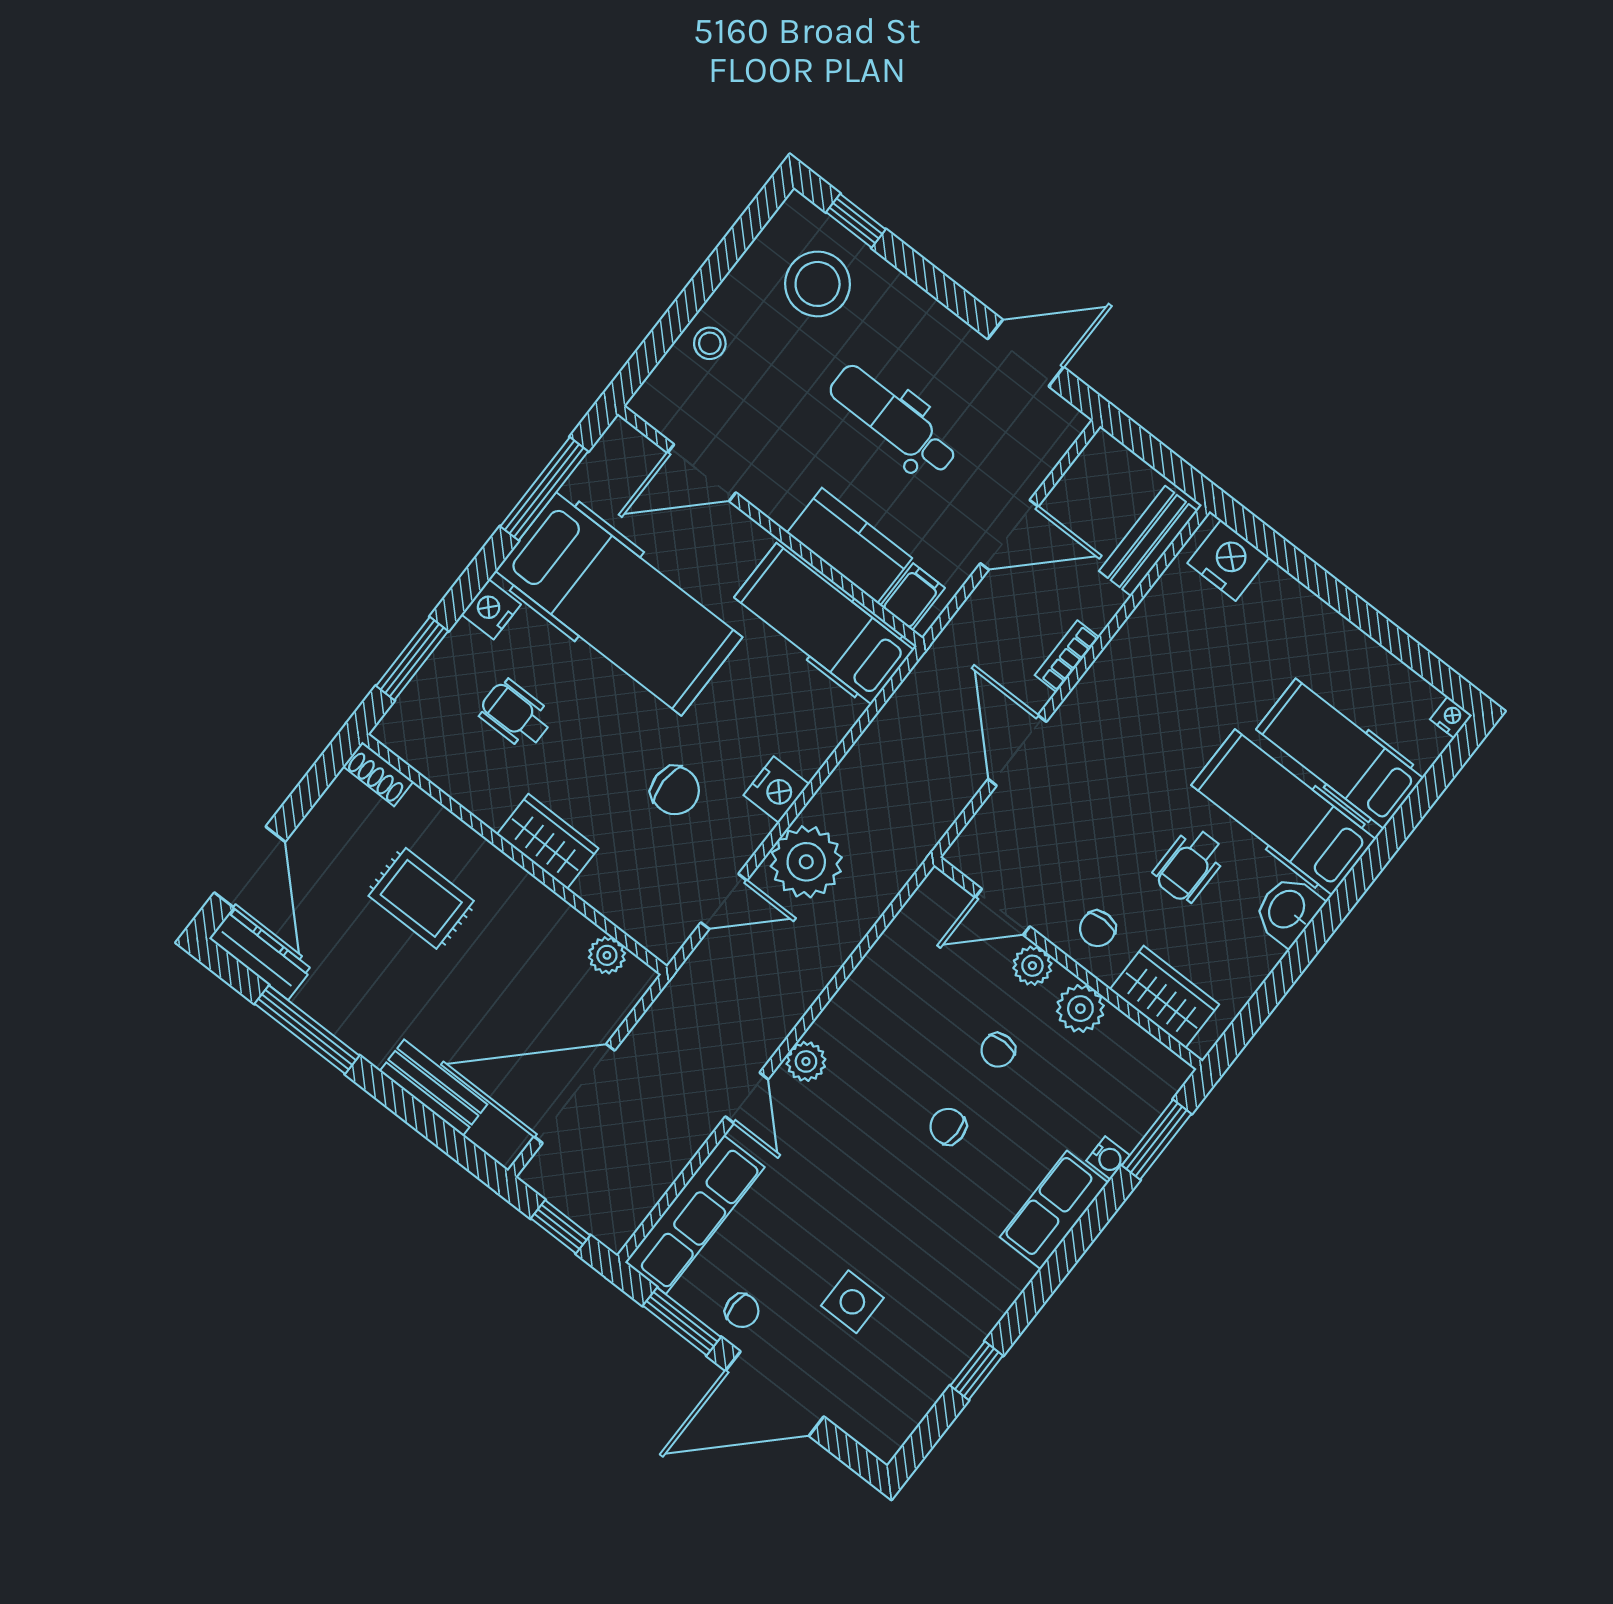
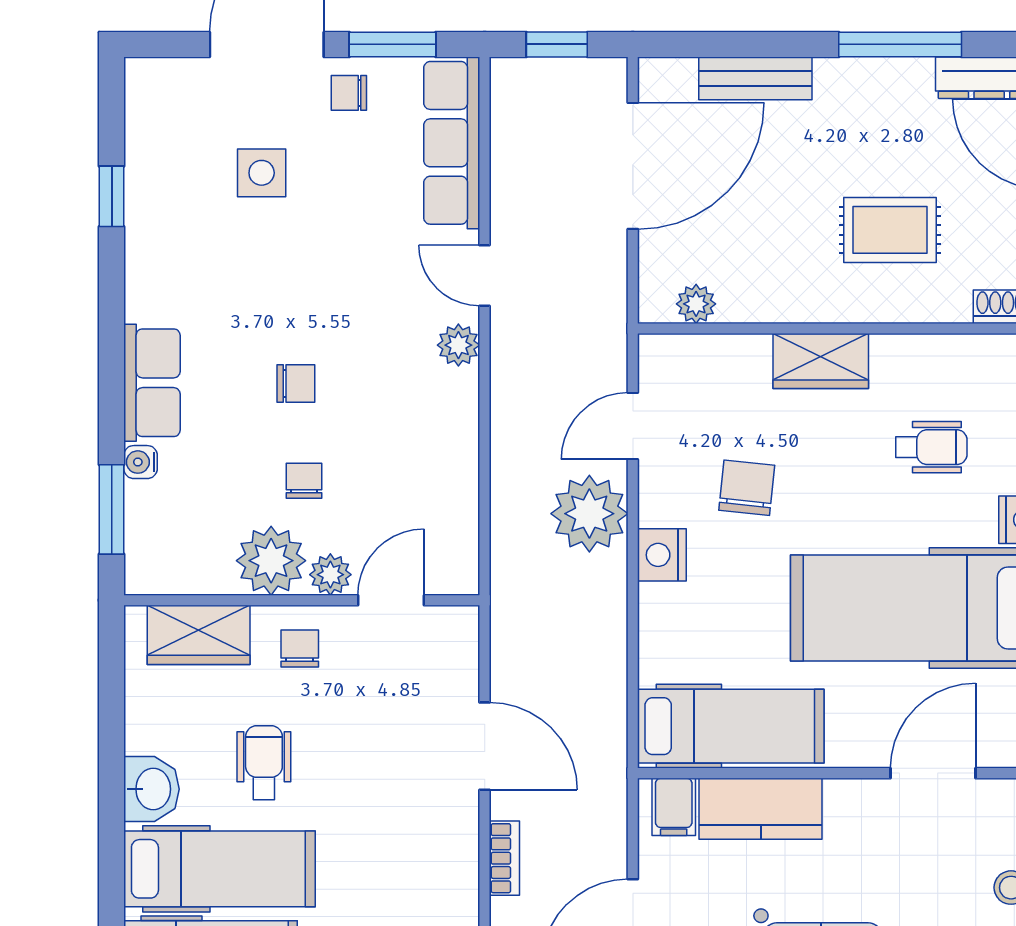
chair: (675, 790) -> (747, 488), turned 96
plant: (1080, 1009) -> (271, 561), width x1.36, depth x1.36

